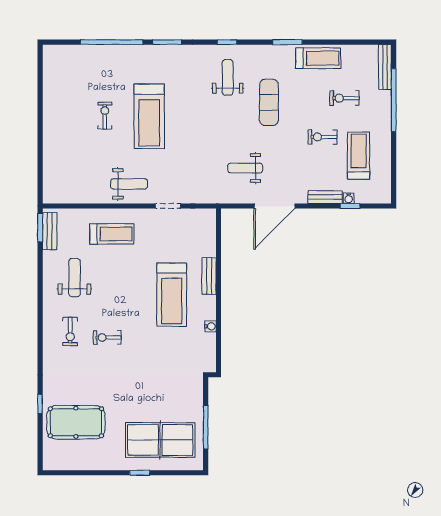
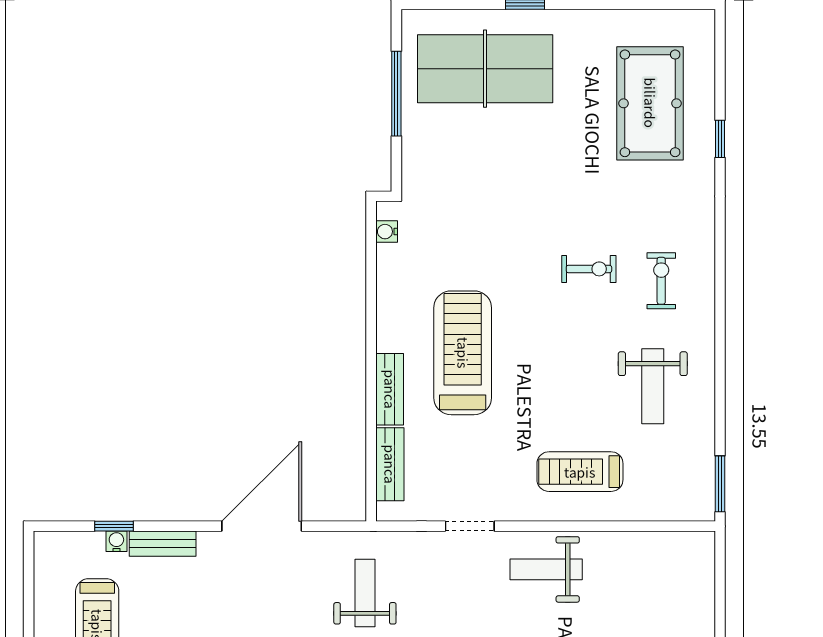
weight bench: (245, 168) -> (365, 593), moved, turned -90
bench: (50, 231) -> (390, 464), moved
water cooler: (211, 326) -> (387, 232), moved
pool table: (76, 422) -> (650, 103), turned 90

